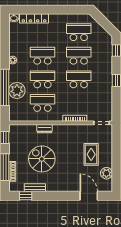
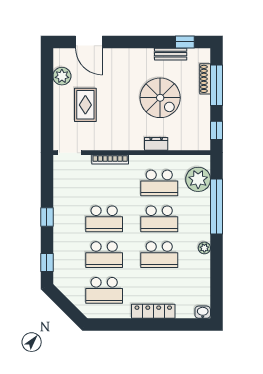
locker: (34, 18) -> (153, 311), moved
plant: (17, 91) -> (198, 179), moved

